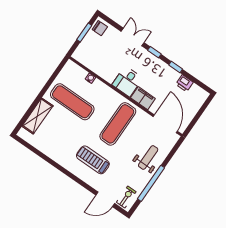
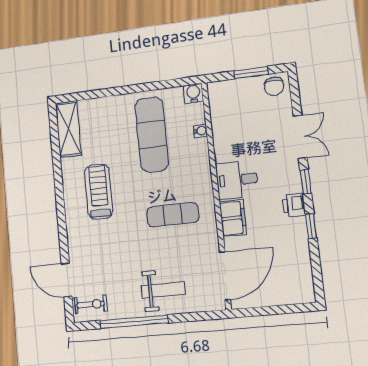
water cooler: (70, 66) -> (193, 93), added
printer: (184, 83) -> (294, 205), moved
shelving: (37, 116) -> (68, 129), moved, turned 90
exercise mat: (118, 124) -> (173, 215), width x0.73, depth x0.69
treadmill: (93, 160) -> (99, 192), moved

